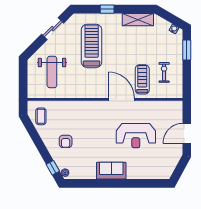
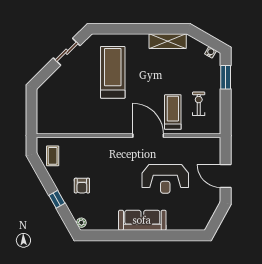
window: (107, 9) -> (131, 29), removed
weight bench: (52, 72) -> (66, 103), removed
door: (187, 133) -> (226, 176), hinge flipped
window: (53, 168) -> (57, 199), moved
sofa: (111, 171) -> (142, 220), width x1.36

